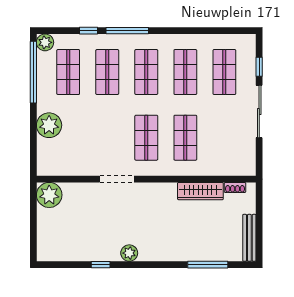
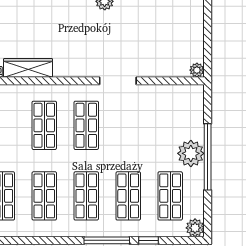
window: (33, 72) -> (208, 157), moved
plant: (49, 125) -> (191, 153), moved
plant: (49, 195) -> (197, 70), width x0.53, depth x0.53

